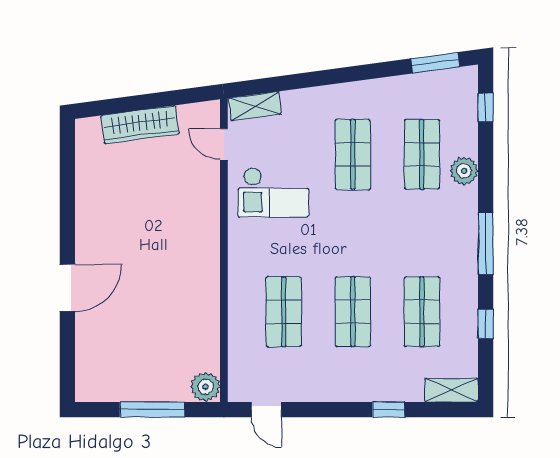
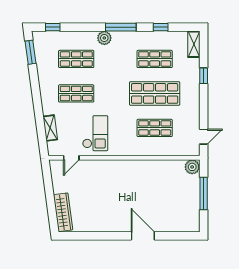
shelving: (255, 106) -> (50, 128), moved
wardrobe: (140, 125) -> (63, 212), moved
plant: (464, 171) -> (104, 38), moved
shop shelf: (353, 312) -> (155, 93), width x1.43, depth x1.36

